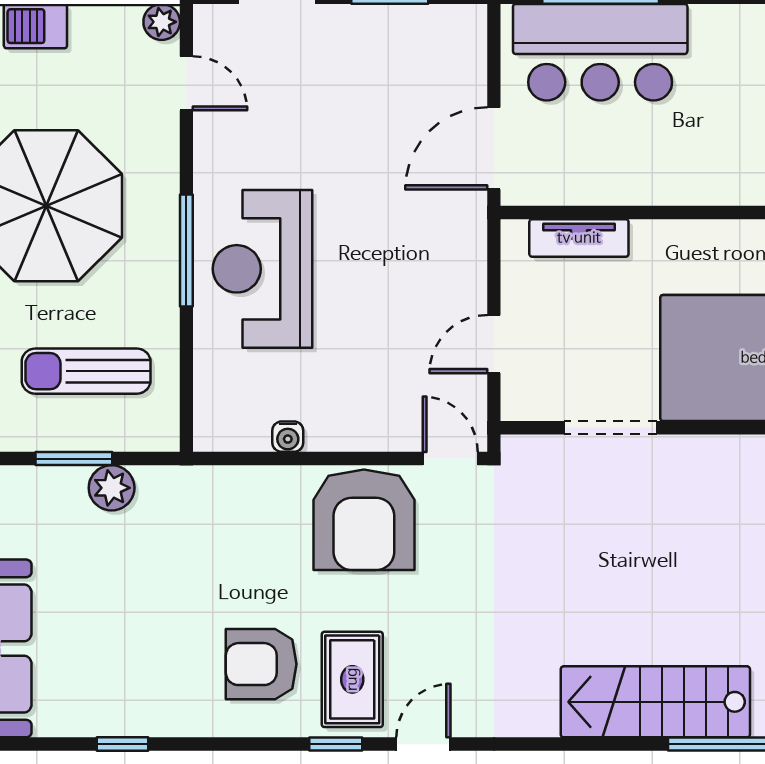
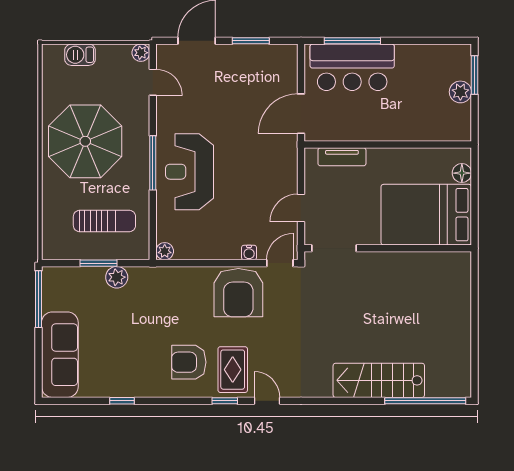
sun lounger: (86, 371) -> (104, 221), turned 180
doorway: (611, 428) -> (334, 248), moved
plant: (211, 434) -> (165, 251), added
water cooler: (288, 437) -> (249, 253), moved
door: (450, 459) -> (280, 263), hinge flipped
door: (423, 744) -> (267, 401), hinge flipped

